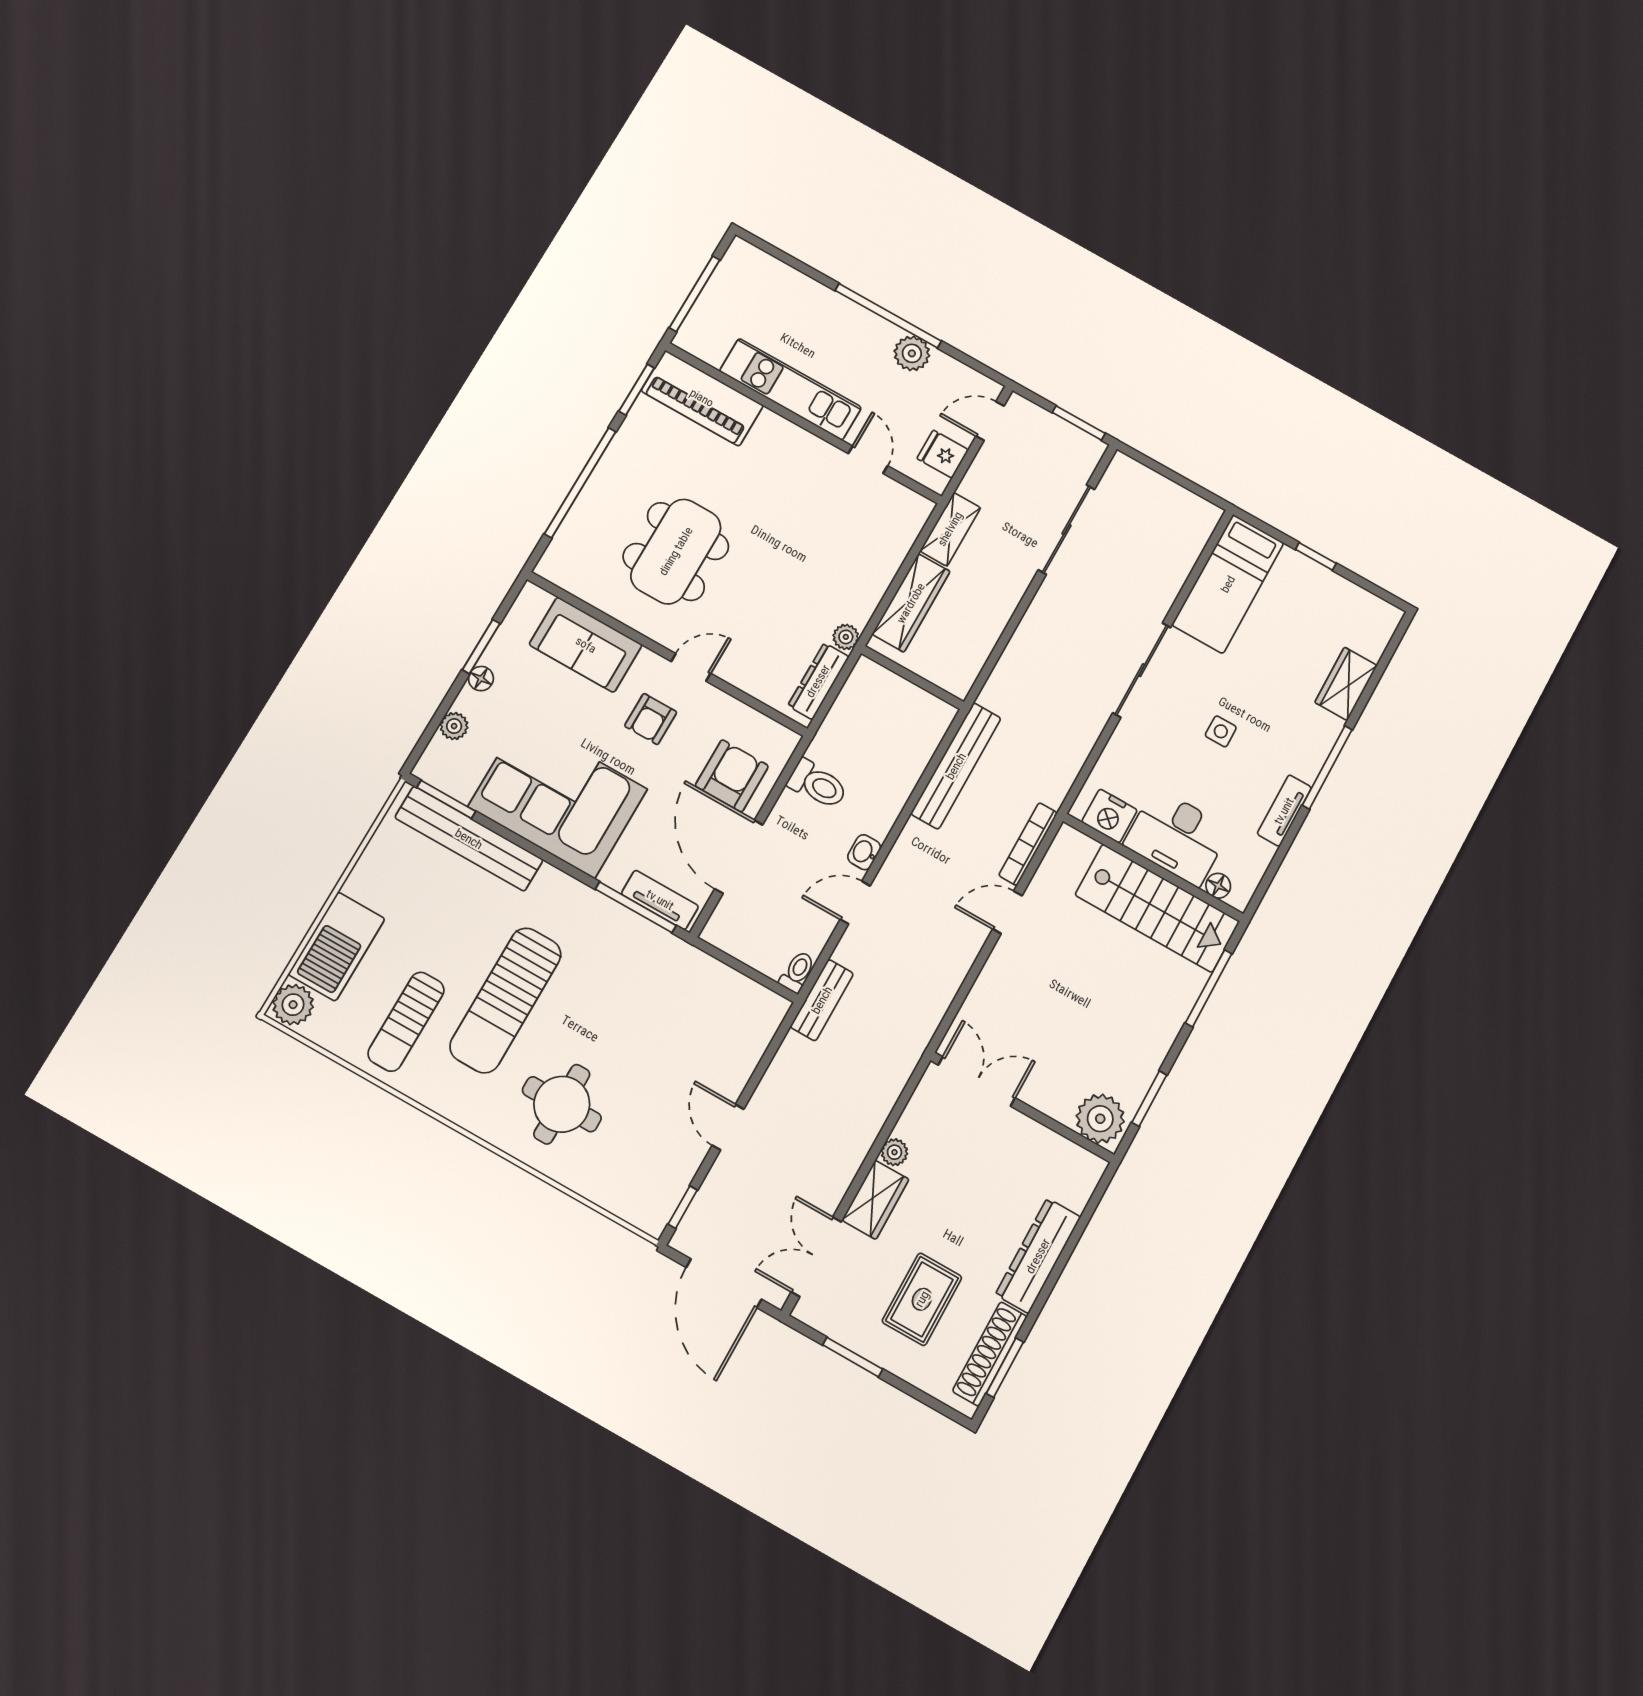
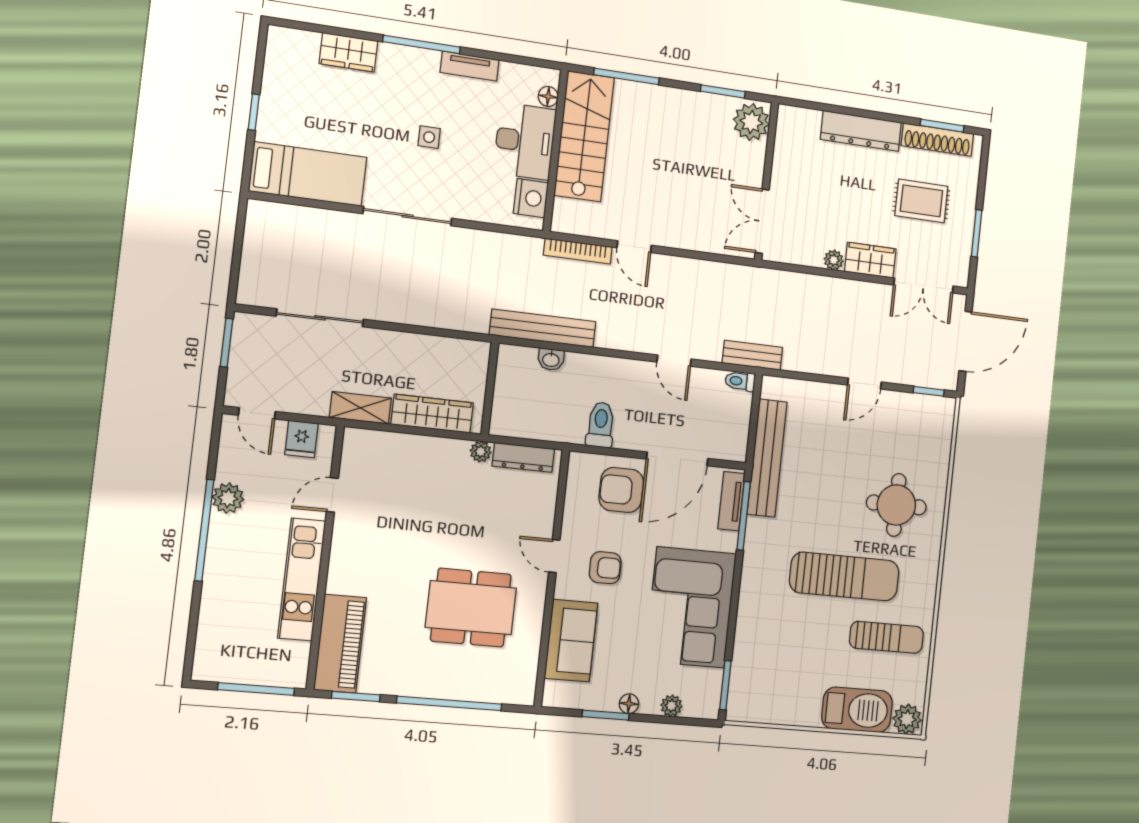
bench: (469, 839) -> (767, 458), moved
washbasin: (864, 852) -> (551, 359), moved

